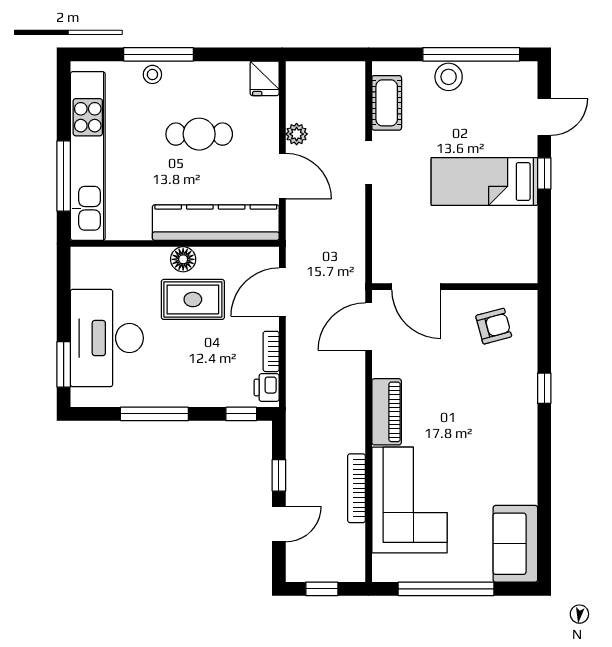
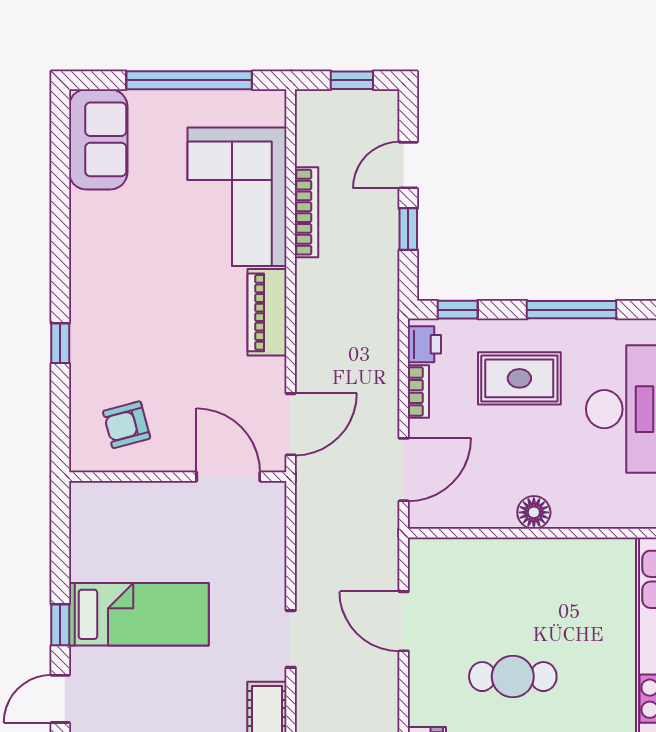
plant: (297, 134) -> (385, 677), removed
kitchen counter: (216, 223) -> (491, 561), removed
rug: (193, 299) -> (519, 378), moved

